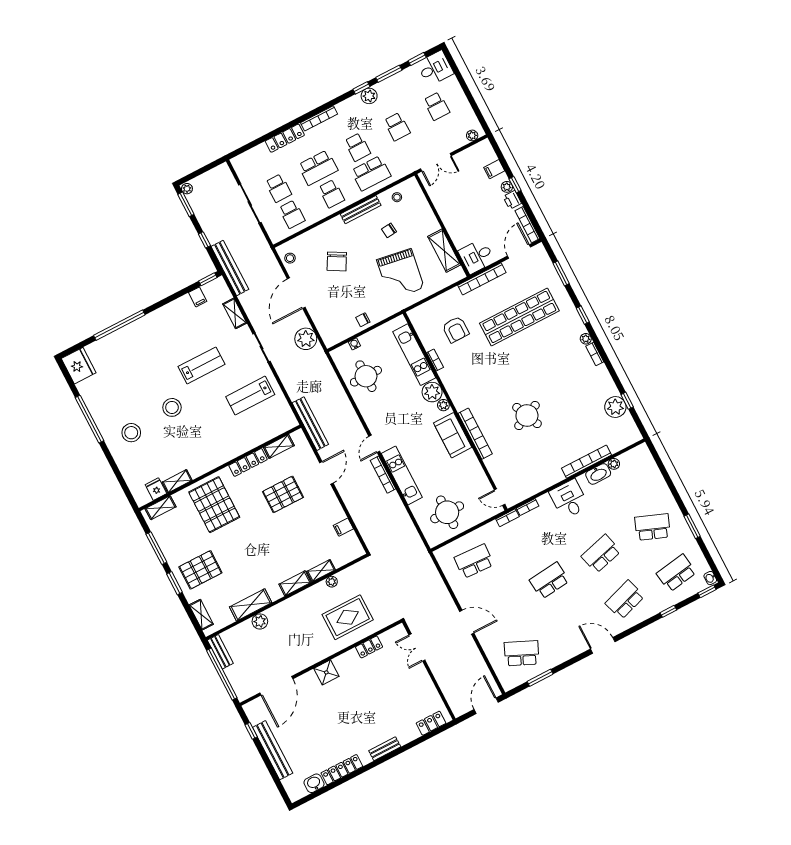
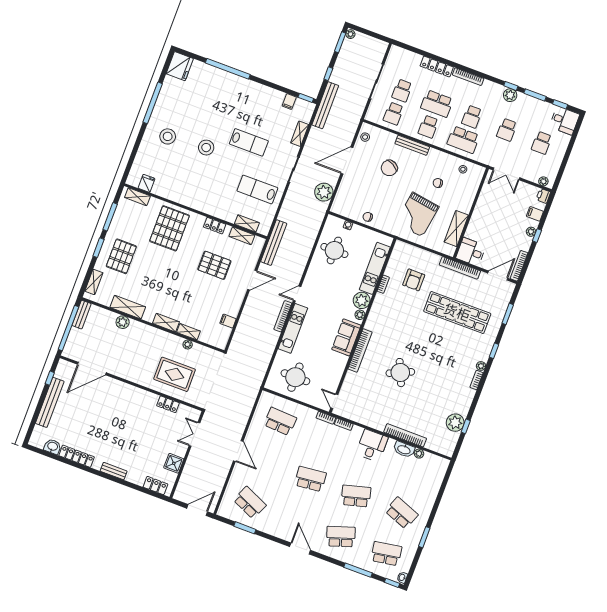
printer: (512, 200) -> (543, 196), moved
bench: (361, 210) -> (412, 145), moved
locker: (248, 462) -> (215, 226), width x0.66
shelving: (177, 481) -> (247, 223), moved
pallet: (200, 570) -> (121, 256), turned 90
window: (668, 611) -> (358, 570), width x2.17
shower: (326, 672) -> (174, 463), moved

